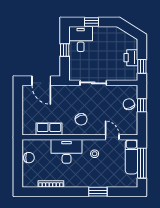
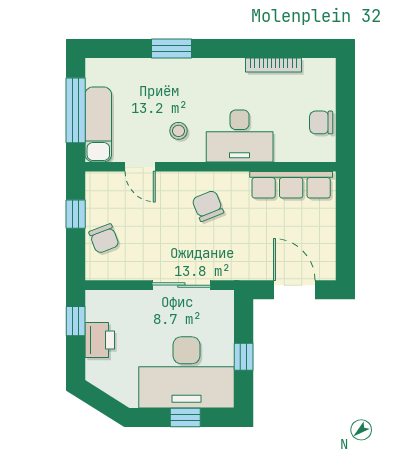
desk: (81, 39) -> (186, 372), width x1.87, depth x1.30
window: (142, 105) -> (76, 214), moved
row of seats: (49, 129) -> (291, 185), width x1.48

